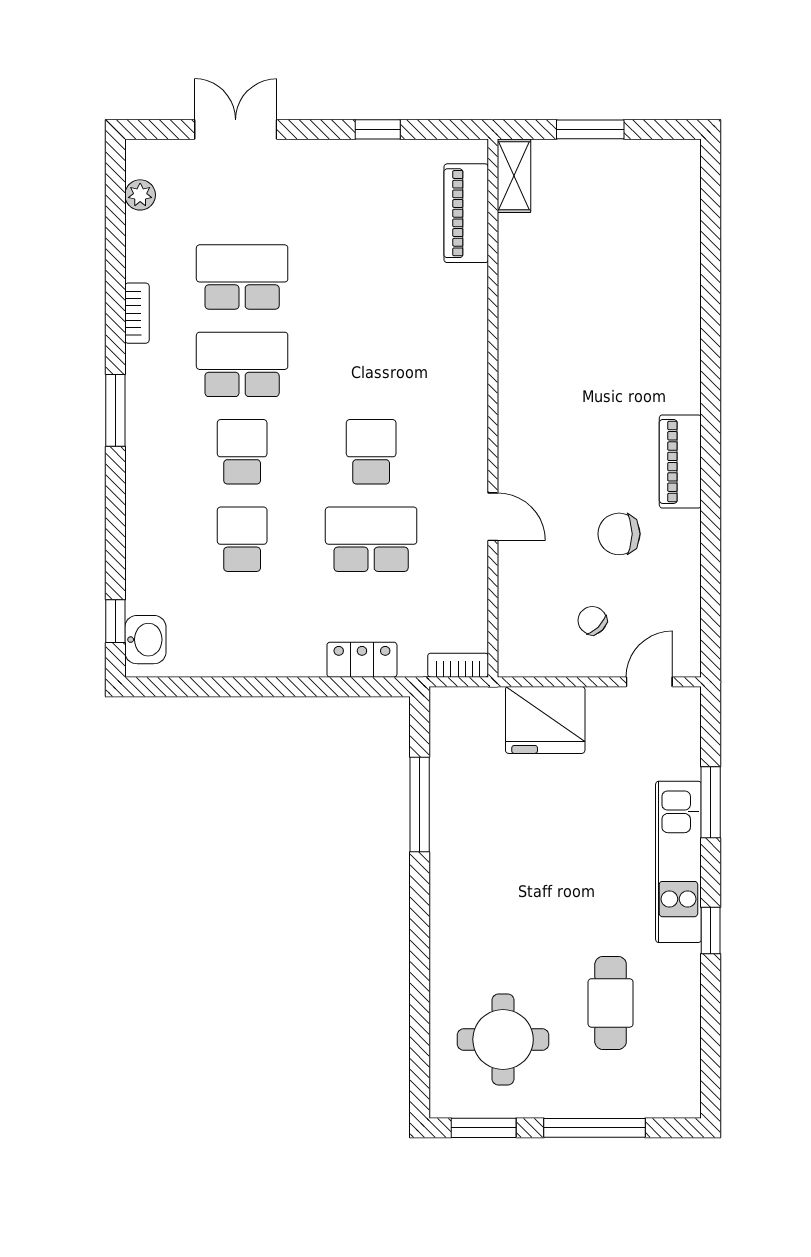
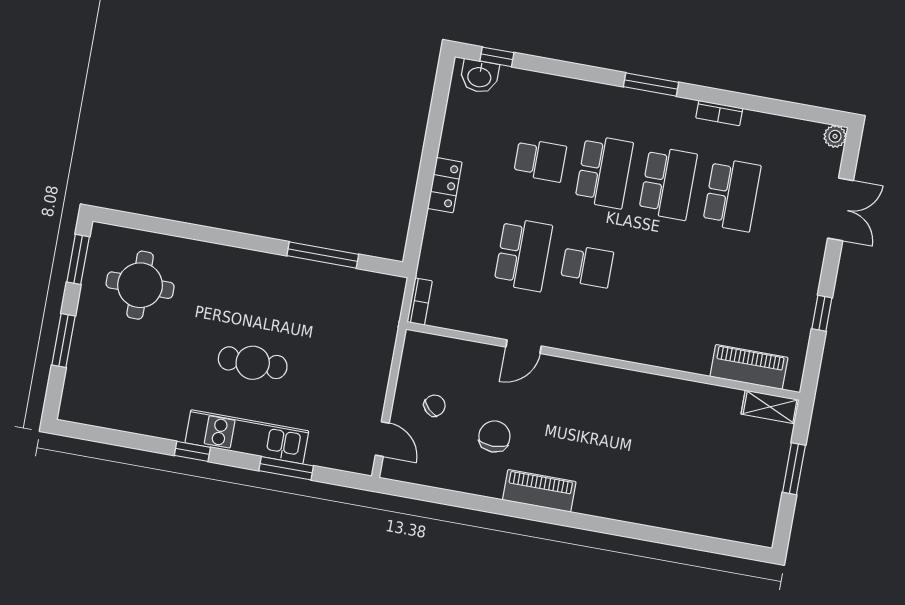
plant: (140, 195) -> (835, 136), moved
school desk: (242, 452) -> (604, 172), width x1.85
locker: (362, 660) -> (445, 185), moved
fridge: (545, 720) -> (368, 358), removed
cafe table: (611, 1003) -> (253, 363), moved
window: (594, 1128) -> (63, 340), width x0.69

